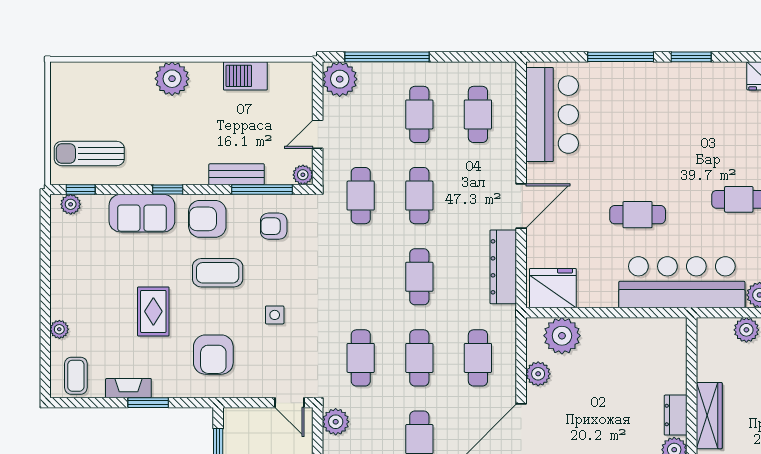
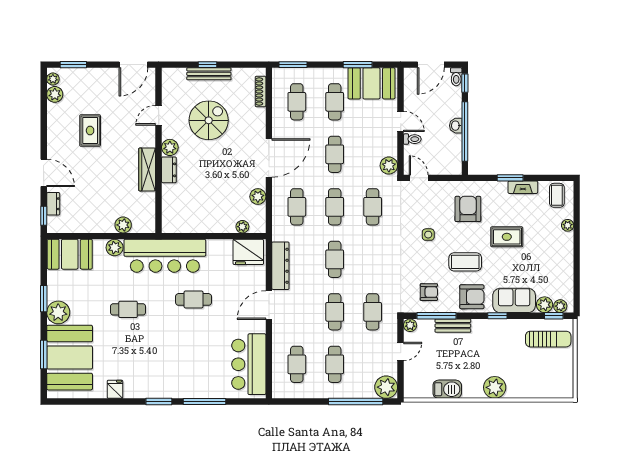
plant: (95, 207) -> (545, 305), added
rug: (153, 311) -> (507, 237), turned 90
plant: (562, 336) -> (242, 227), width x0.53, depth x0.53

